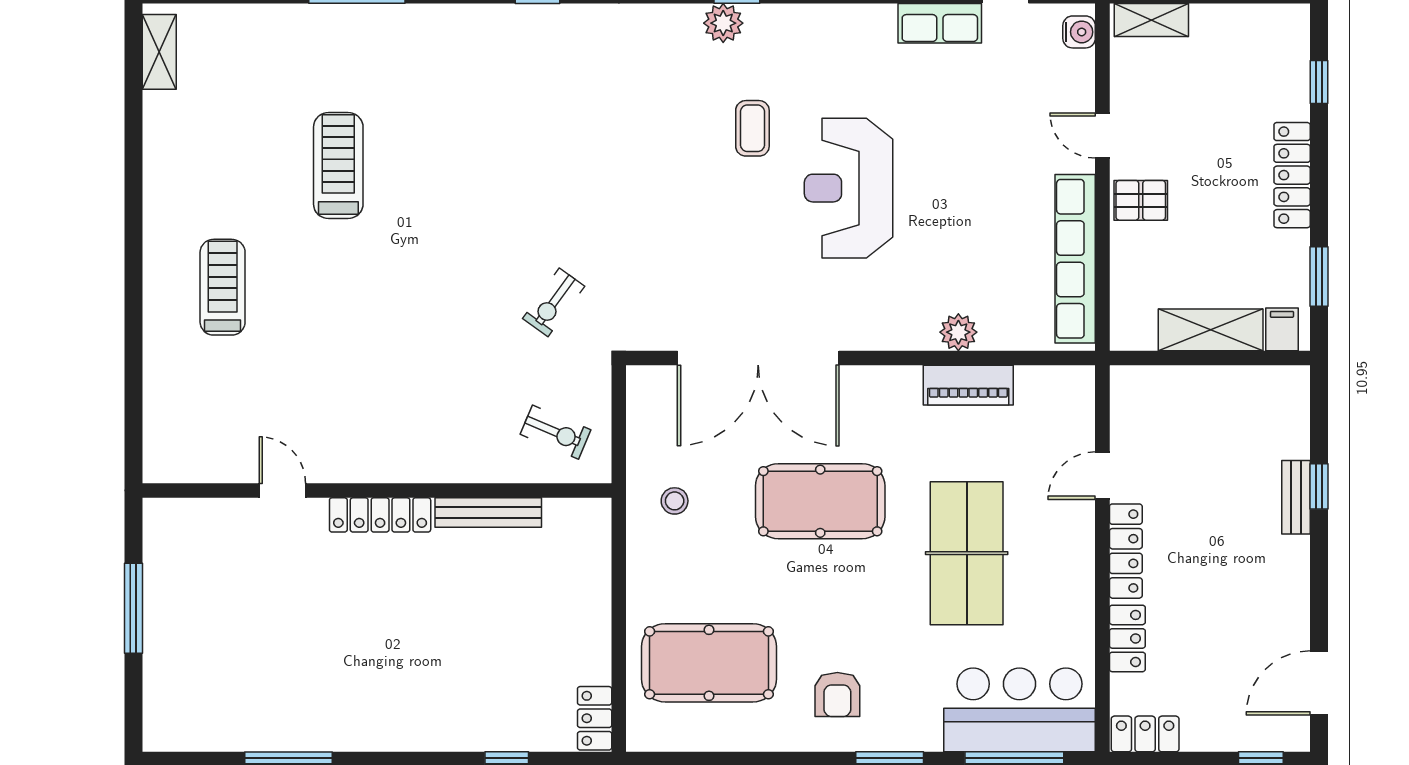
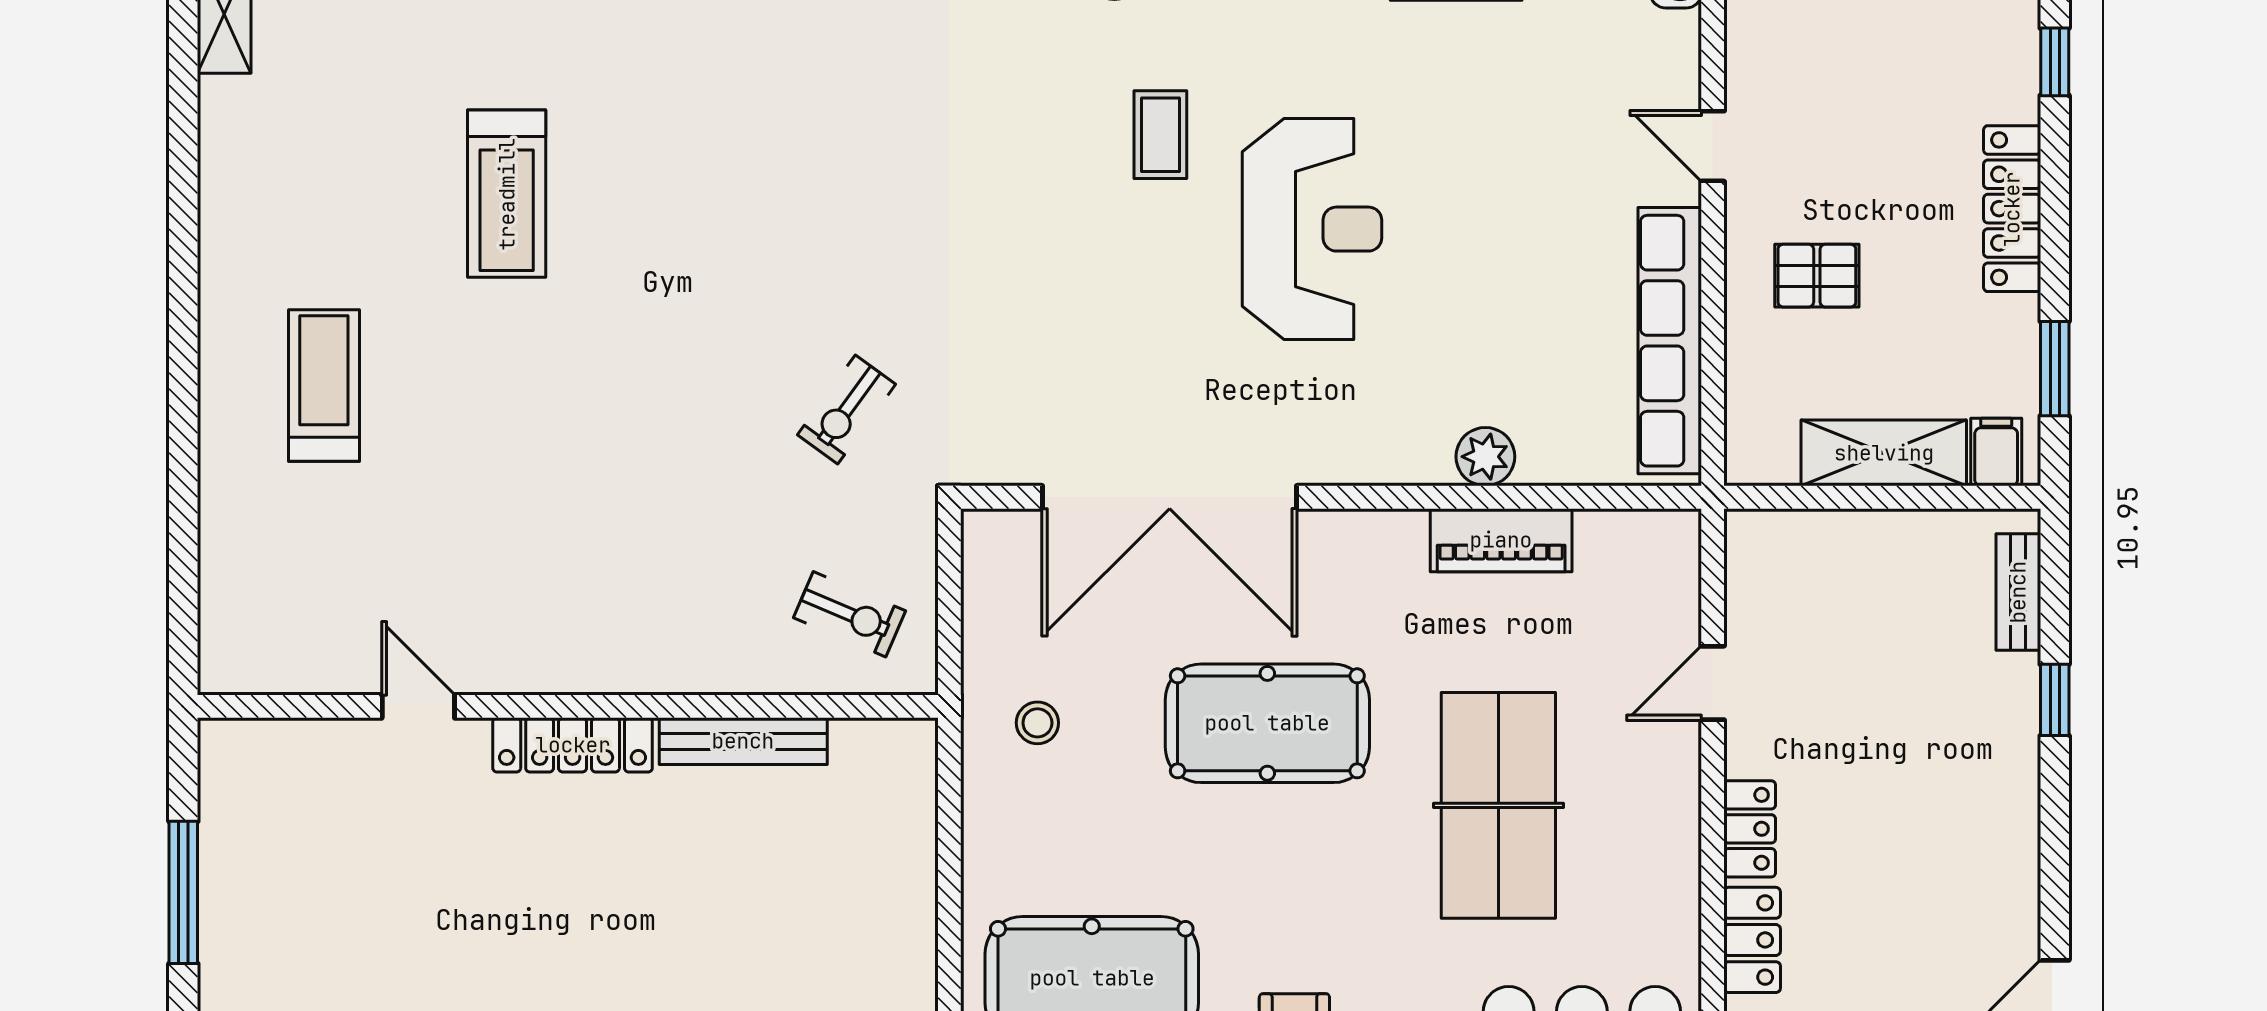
treadmill: (338, 166) -> (507, 194), turned 180
reception desk: (849, 188) -> (1312, 229), turned 180
pallet: (1141, 200) -> (1817, 276), moved
bench: (1296, 497) -> (2018, 592), moved
locker: (1126, 551) -> (1750, 829), width x0.66

